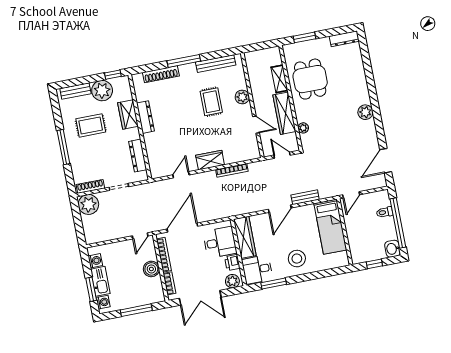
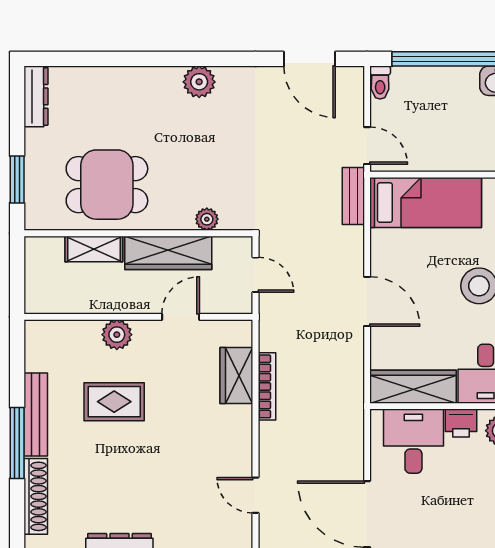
bench: (216, 64) -> (36, 415), moved
door: (282, 155) -> (256, 275), swing flipped
wardrobe: (210, 160) -> (236, 376), moved
bench: (305, 197) -> (353, 196), moved
toilet: (385, 212) -> (380, 83), moved

